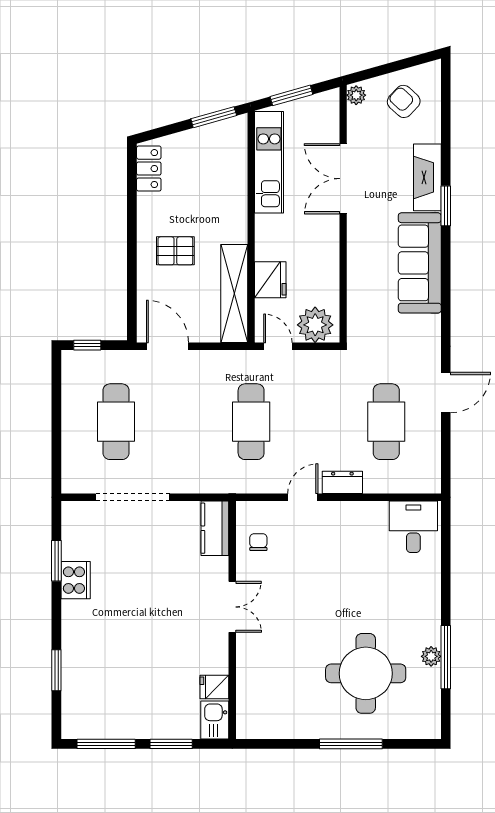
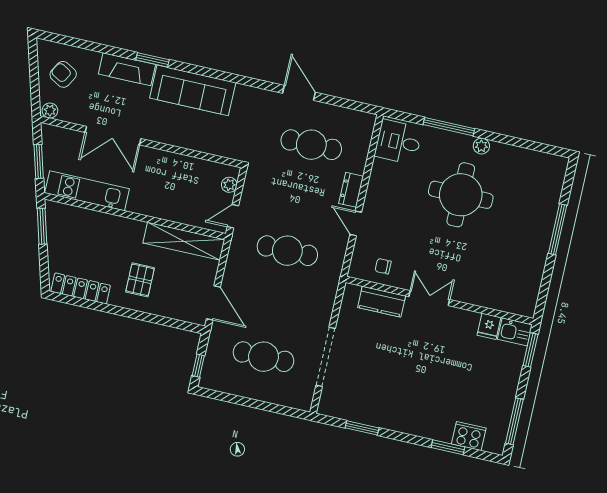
armchair: (404, 101) -> (63, 74), turned 77
locker: (149, 169) -> (81, 288), width x1.53
fridge: (270, 280) -> (180, 211), removed
plant: (315, 325) -> (229, 185), width x0.53, depth x0.53
door: (167, 346) -> (213, 303), swing flipped
kitchen counter: (215, 528) -> (382, 302), moved
cooker: (76, 580) -> (469, 436), moved
plant: (431, 656) -> (481, 146), moved
window: (446, 657) -> (449, 127), moved
round table: (366, 673) -> (461, 195), moved
window: (171, 744) -> (530, 350), moved

